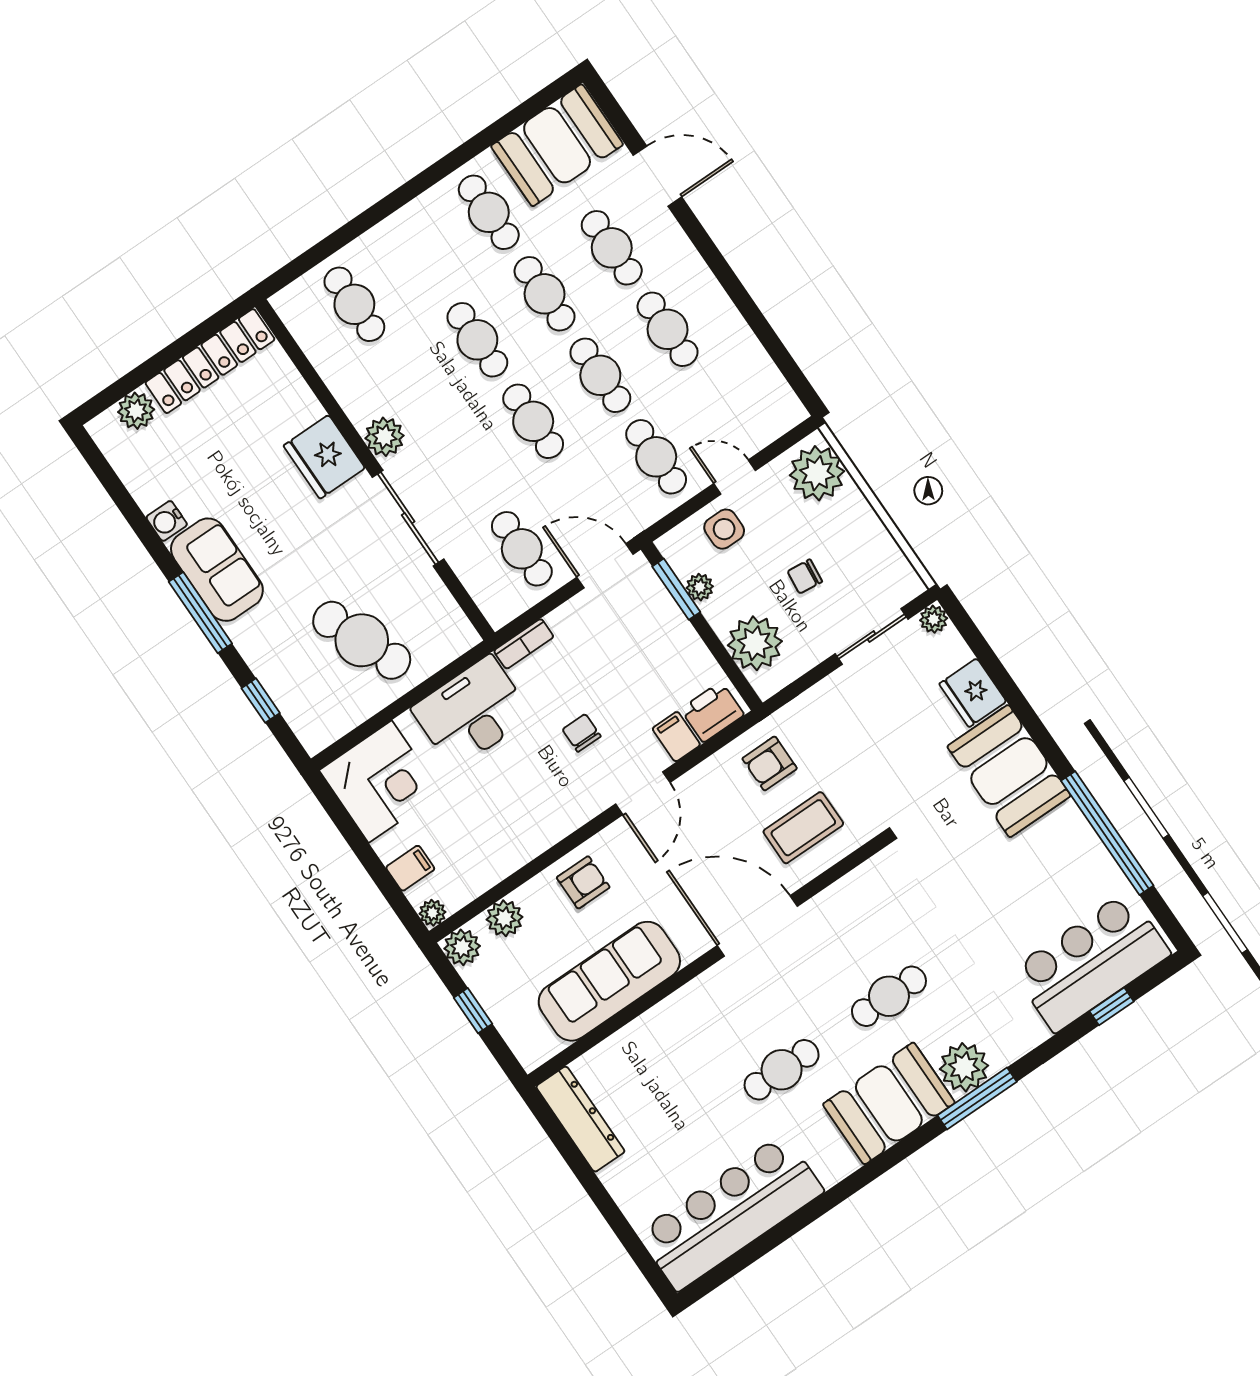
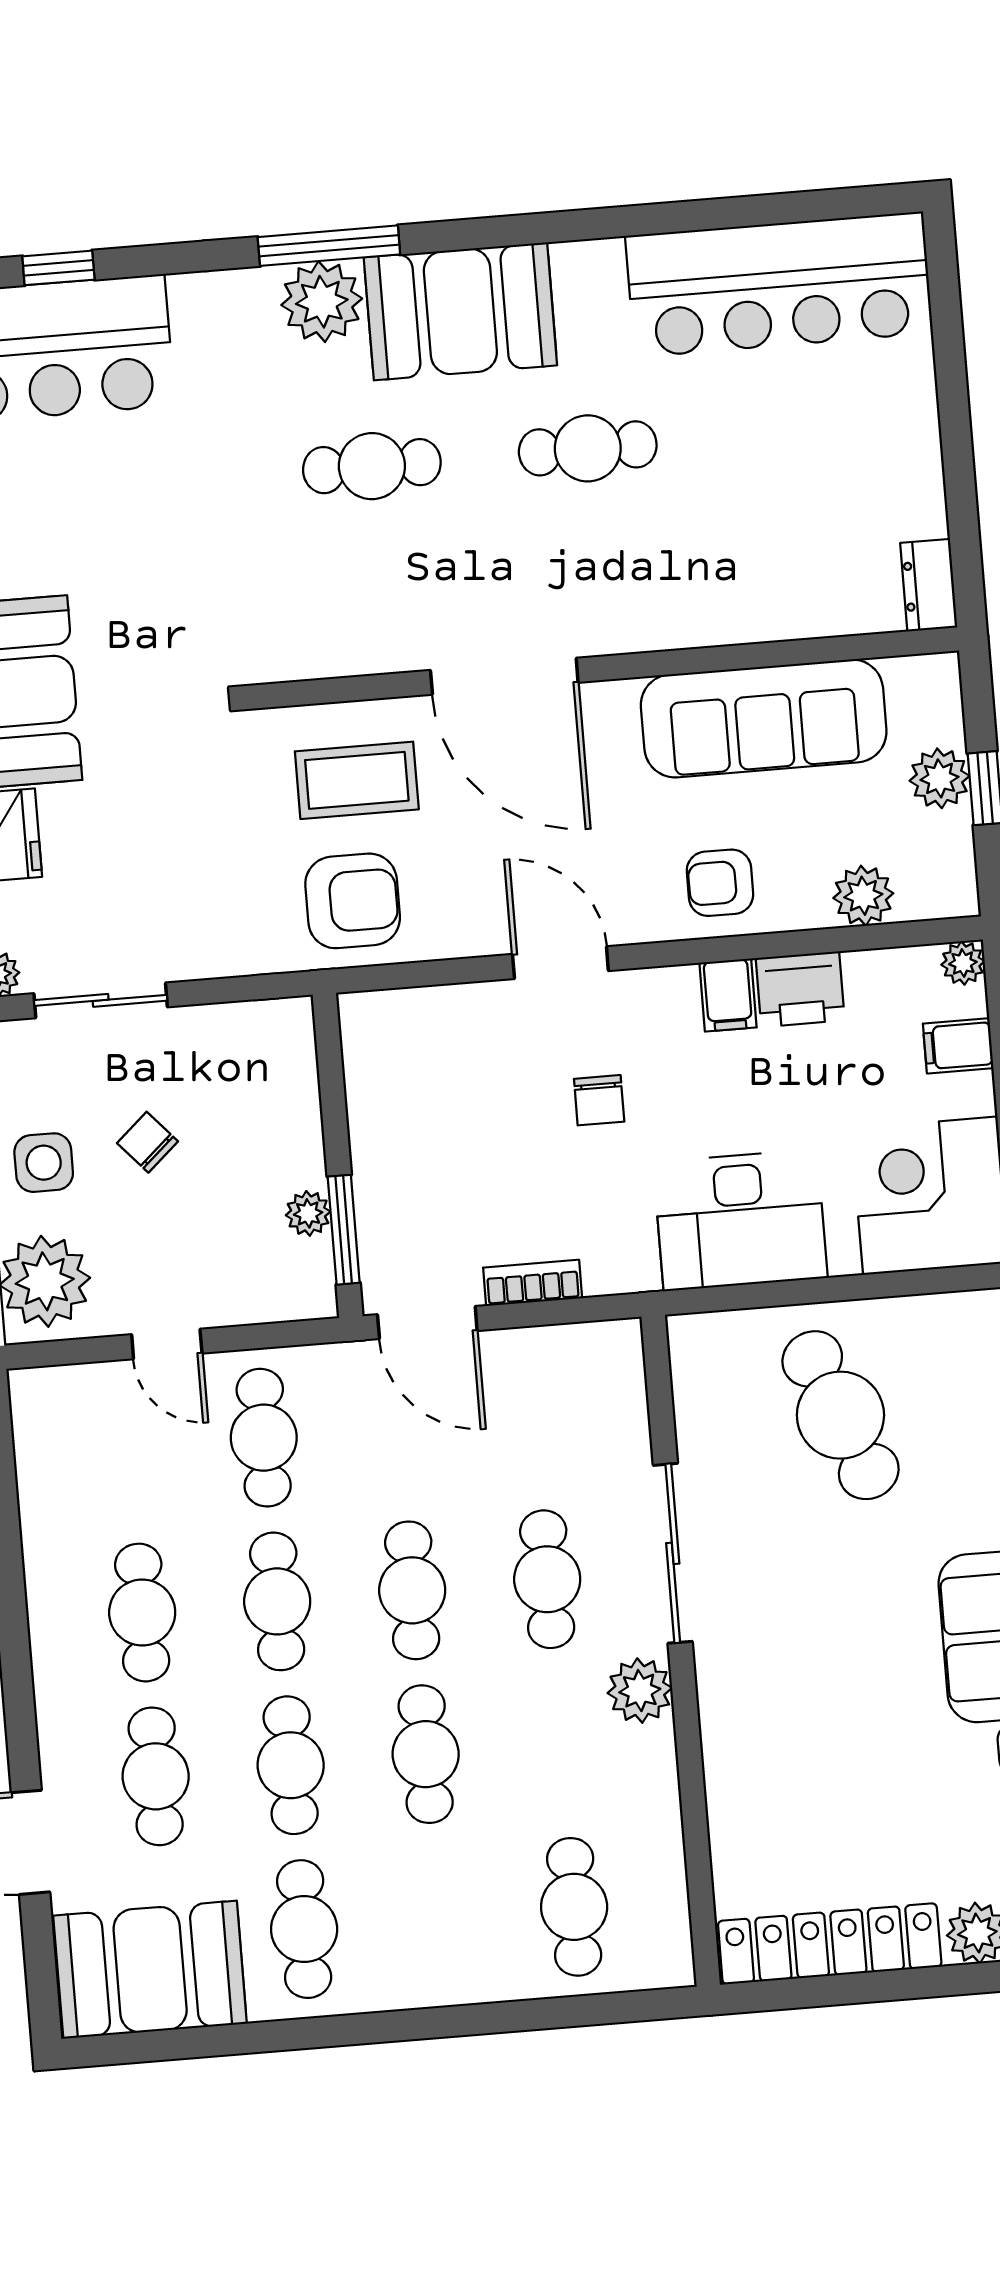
fridge: (324, 457) -> (743, 1711), removed
side table: (724, 529) -> (44, 1163), moved
cafe table: (522, 549) -> (547, 1579), moved
chair: (805, 576) -> (147, 1142), turned -138
plant: (755, 643) -> (275, 1087), removed
bookcase: (524, 644) -> (533, 1283), moved
printer: (712, 712) -> (800, 989), moved
filing cabinet: (676, 737) -> (728, 995), moved
armchair: (770, 763) -> (353, 901), width x1.38, depth x1.38
door: (643, 793) -> (560, 963), hinge flipped
plant: (462, 947) -> (940, 778), moved
dresser: (580, 1119) -> (929, 585), width x0.51, depth x0.80

